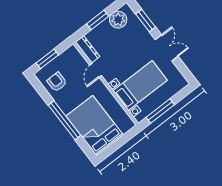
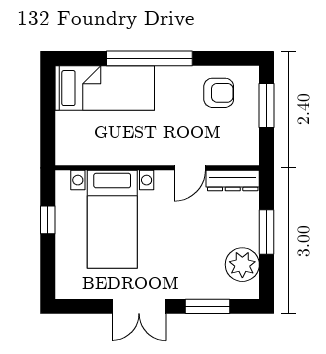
door: (96, 70) -> (190, 168), swing flipped
window: (160, 111) -> (48, 220), width x0.46
bed: (95, 125) -> (105, 88), width x0.67

